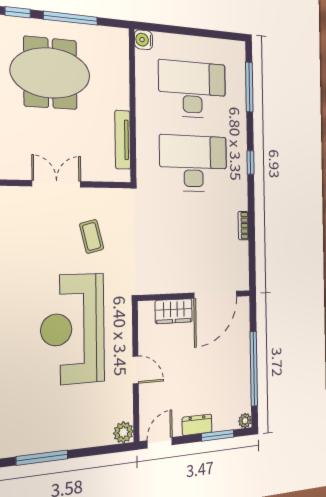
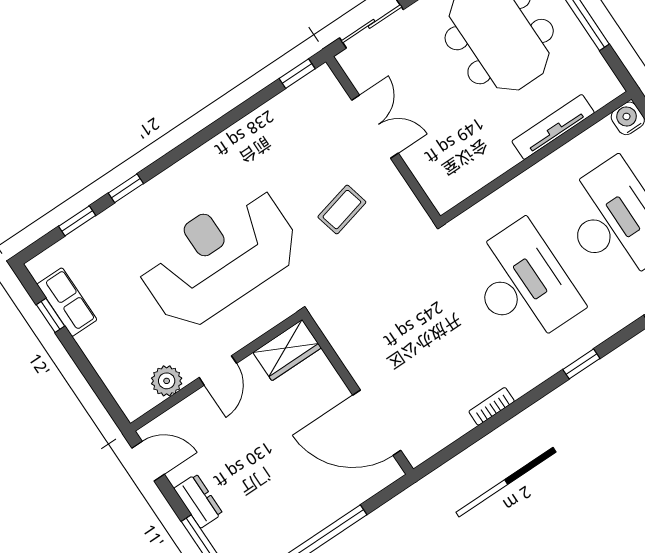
tv unit: (123, 140) -> (553, 127), moved
wardrobe: (174, 311) -> (287, 350), moved, turned -90
plant: (123, 432) -> (167, 381), moved
row of seats: (41, 442) -> (67, 302), added
window: (42, 458) -> (51, 315), width x0.46

